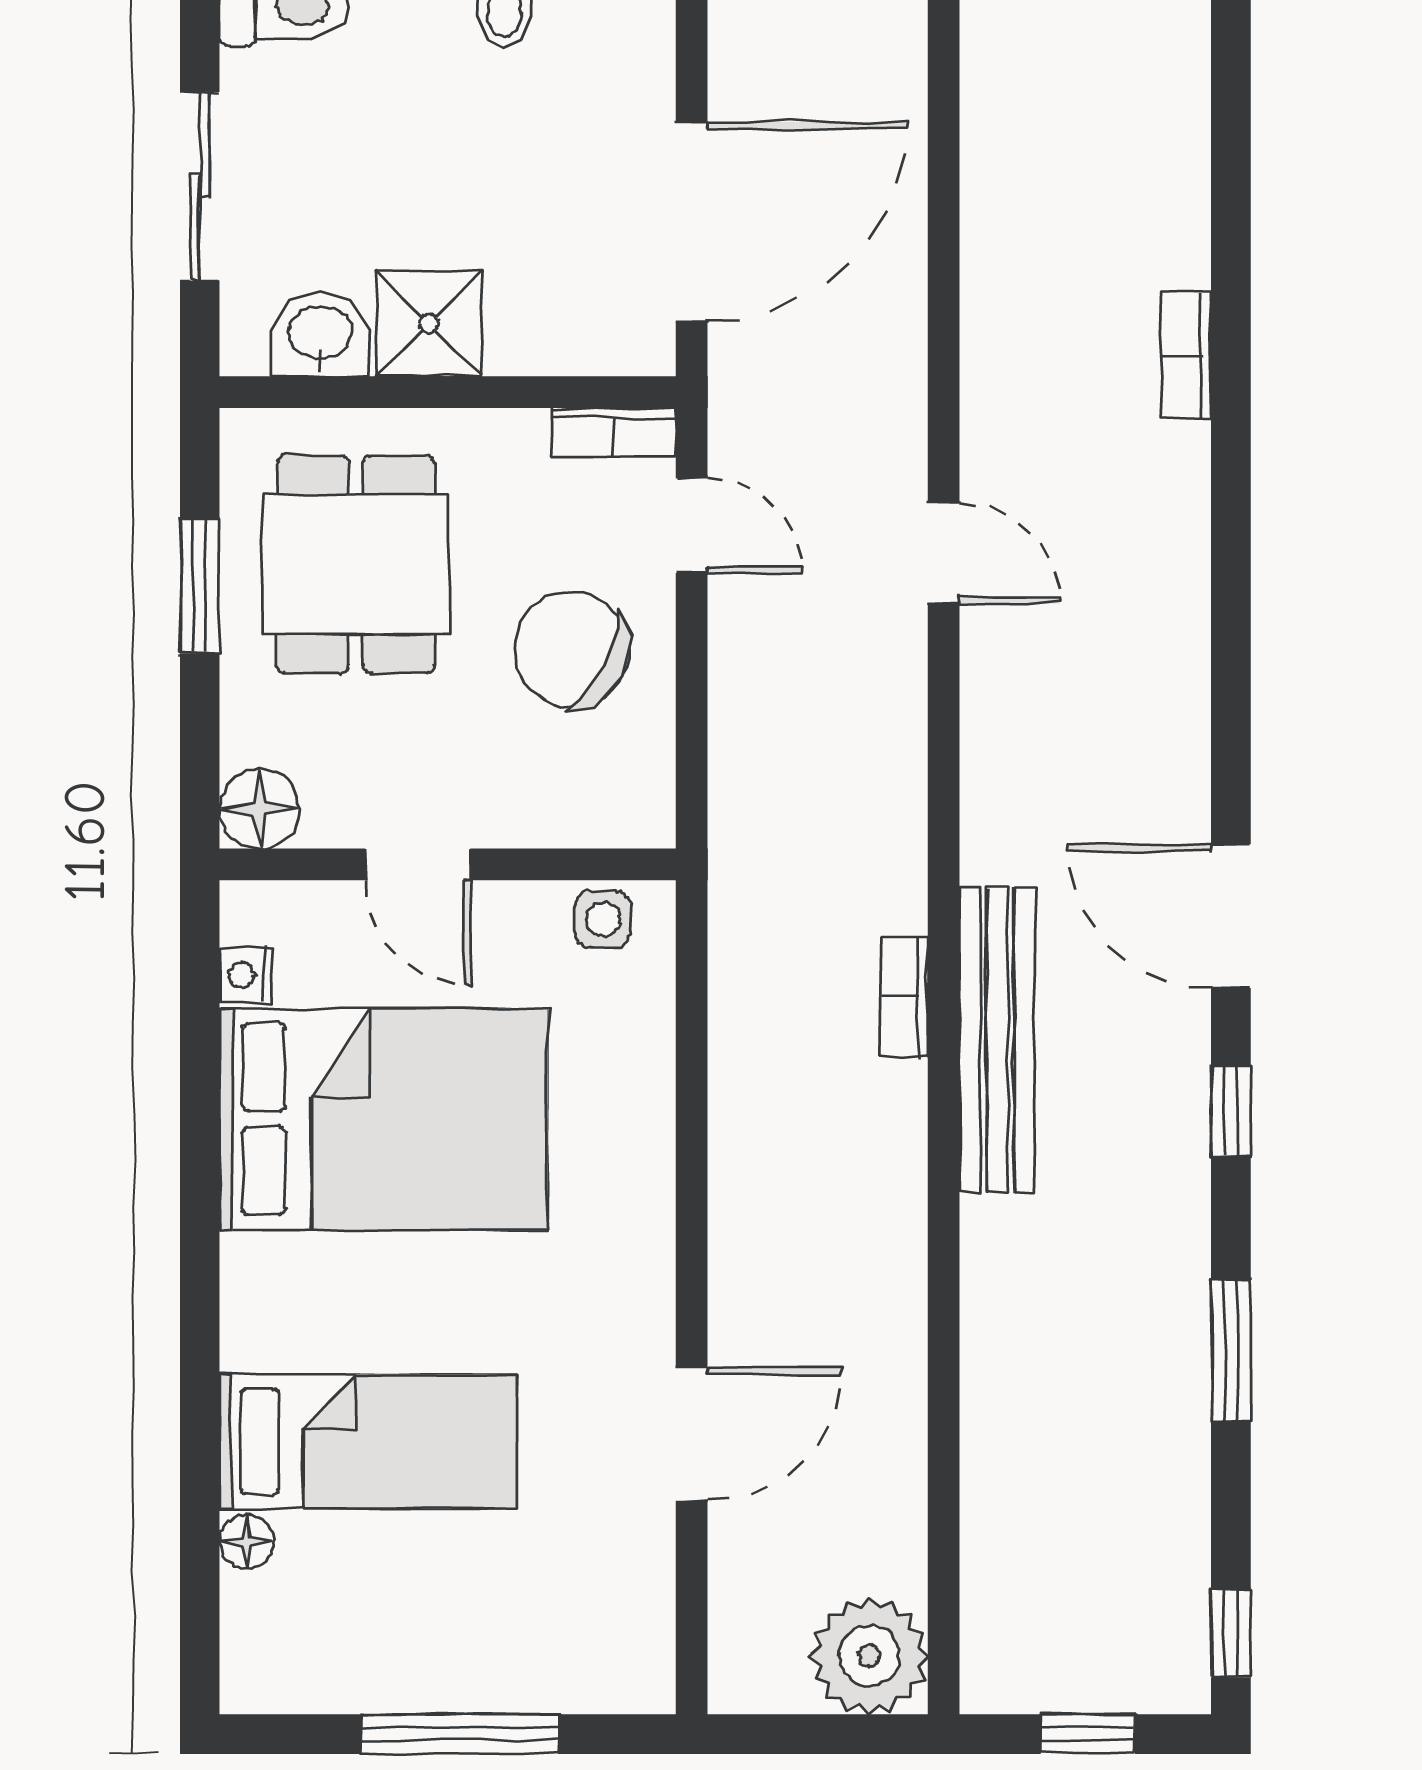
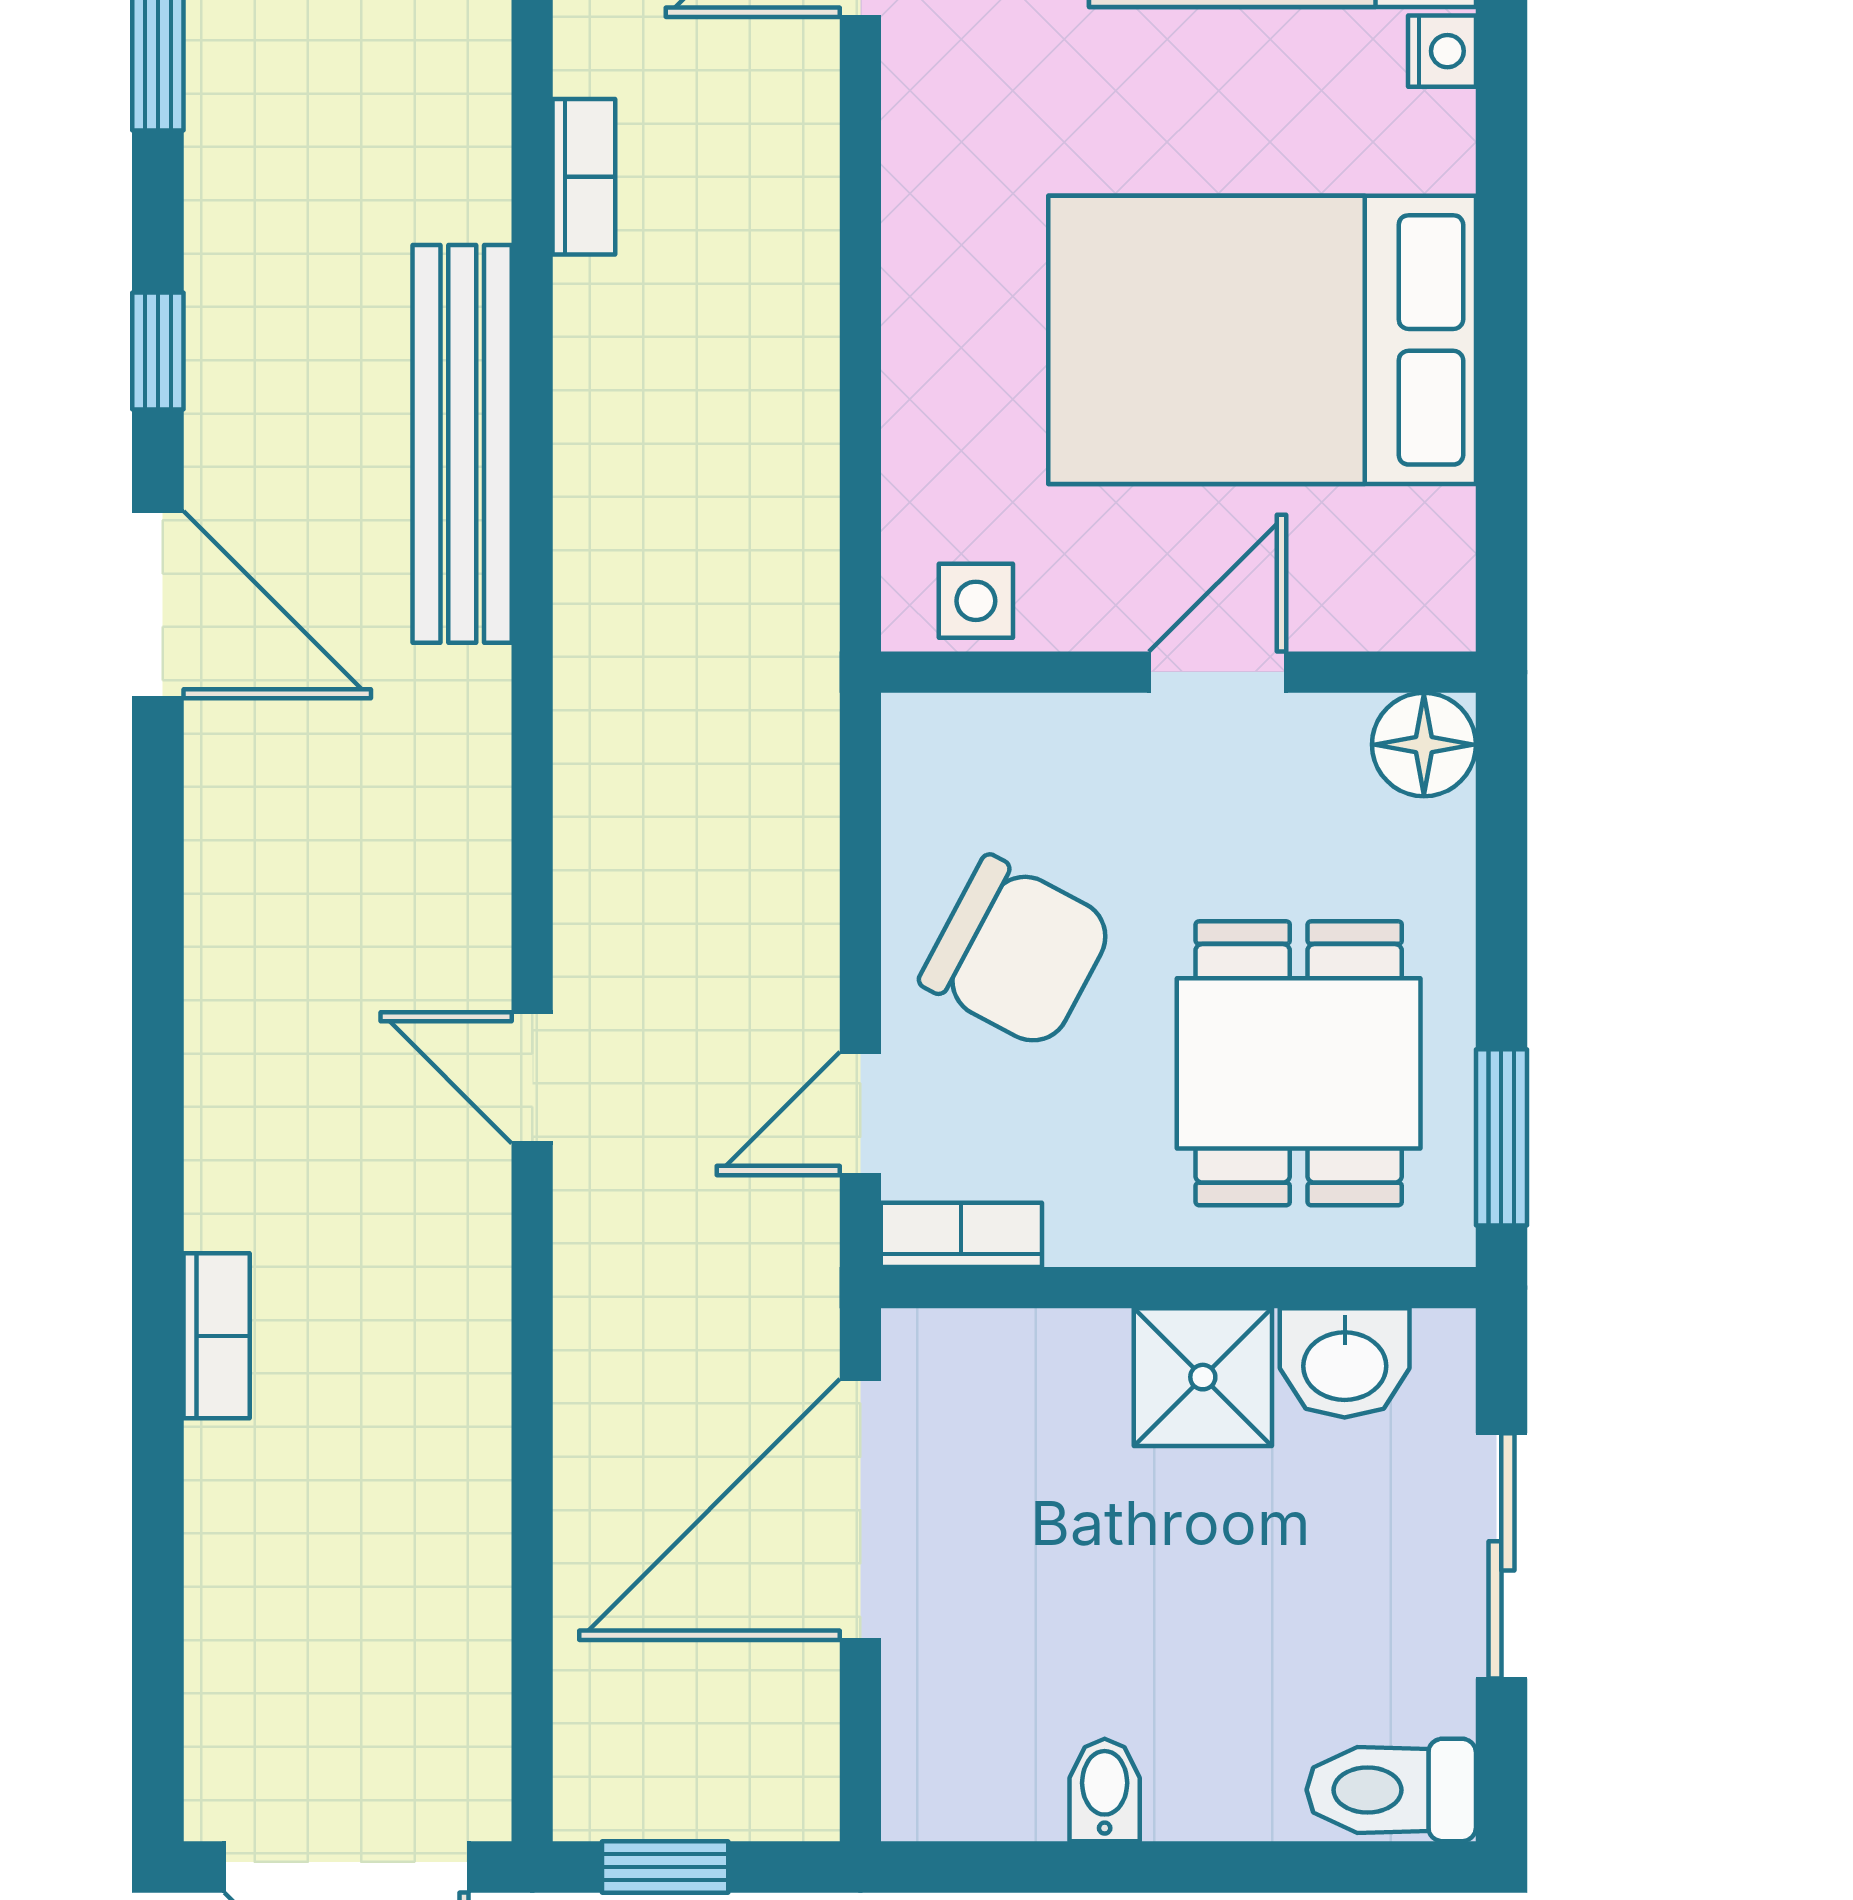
door: (692, 526) -> (860, 1114), hinge flipped
window: (200, 586) -> (1501, 1137), moved
door: (418, 864) -> (1217, 672), hinge flipped
nightstand: (245, 975) -> (1442, 51), moved
bookcase: (904, 997) -> (584, 177), moved

